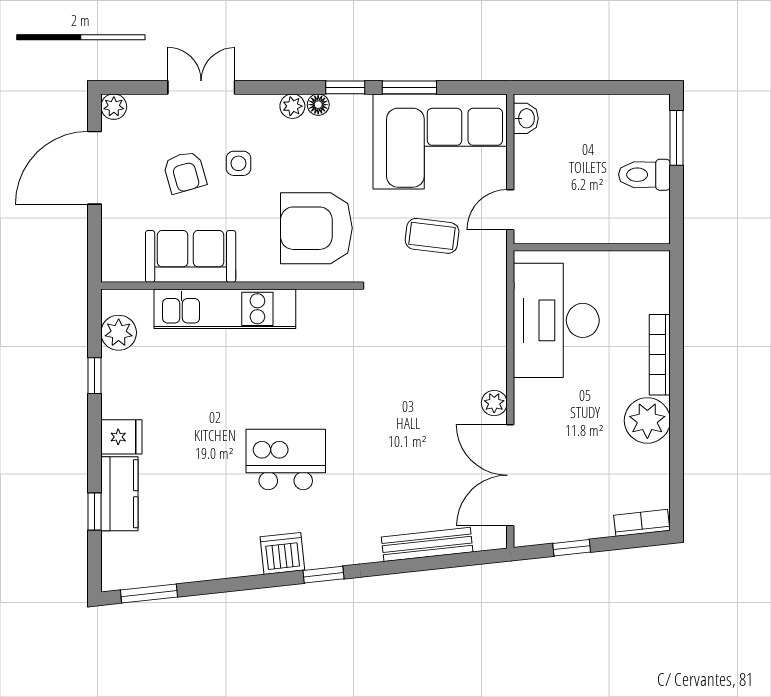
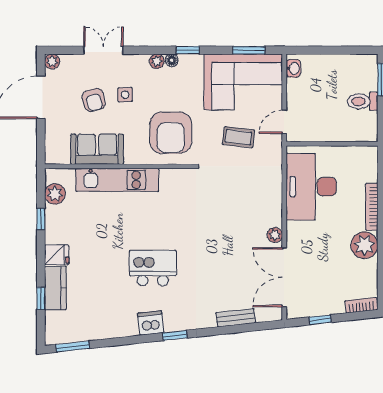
window: (409, 87) -> (249, 50), moved
armchair: (316, 228) -> (171, 133), turned -90
bench: (427, 544) -> (236, 318), width x0.73

